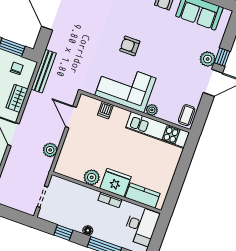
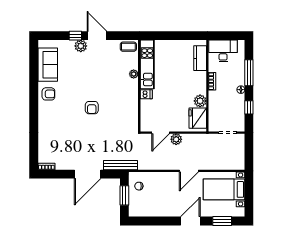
bench: (44, 71) -> (121, 165), moved
corner sofa: (125, 87) -> (123, 100), removed
wardrobe: (17, 98) -> (161, 178), removed
dishwasher: (105, 110) -> (146, 94), moved
plant: (50, 150) -> (176, 139), moved
fridge: (115, 183) -> (198, 118), moved

